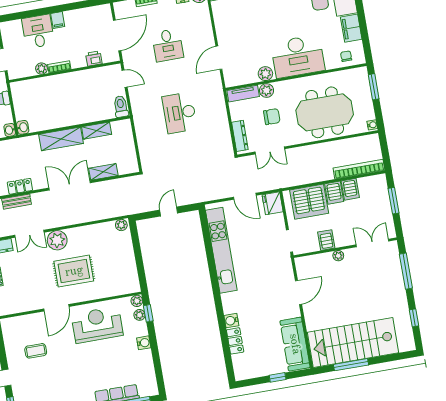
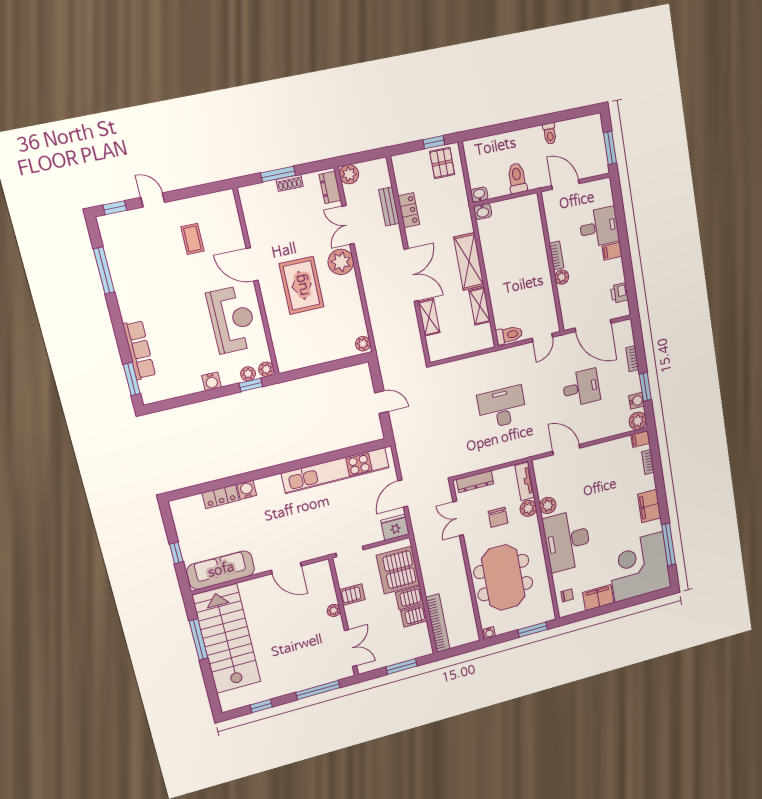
desk: (168, 45) -> (581, 388), turned 180
printer: (94, 58) -> (619, 293), moved, turned 180
plant: (41, 69) -> (562, 277), moved

